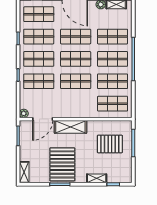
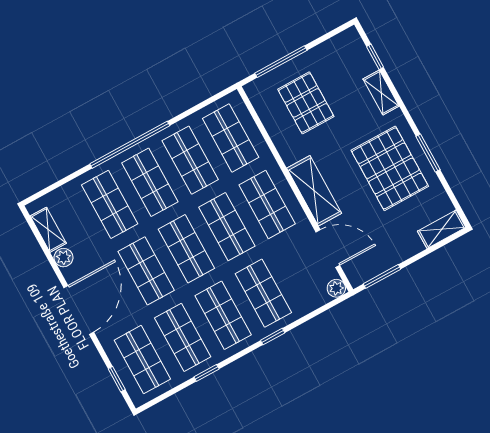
shop shelf: (76, 104) -> (267, 204), added
pallet: (62, 164) -> (390, 168), turned 90

